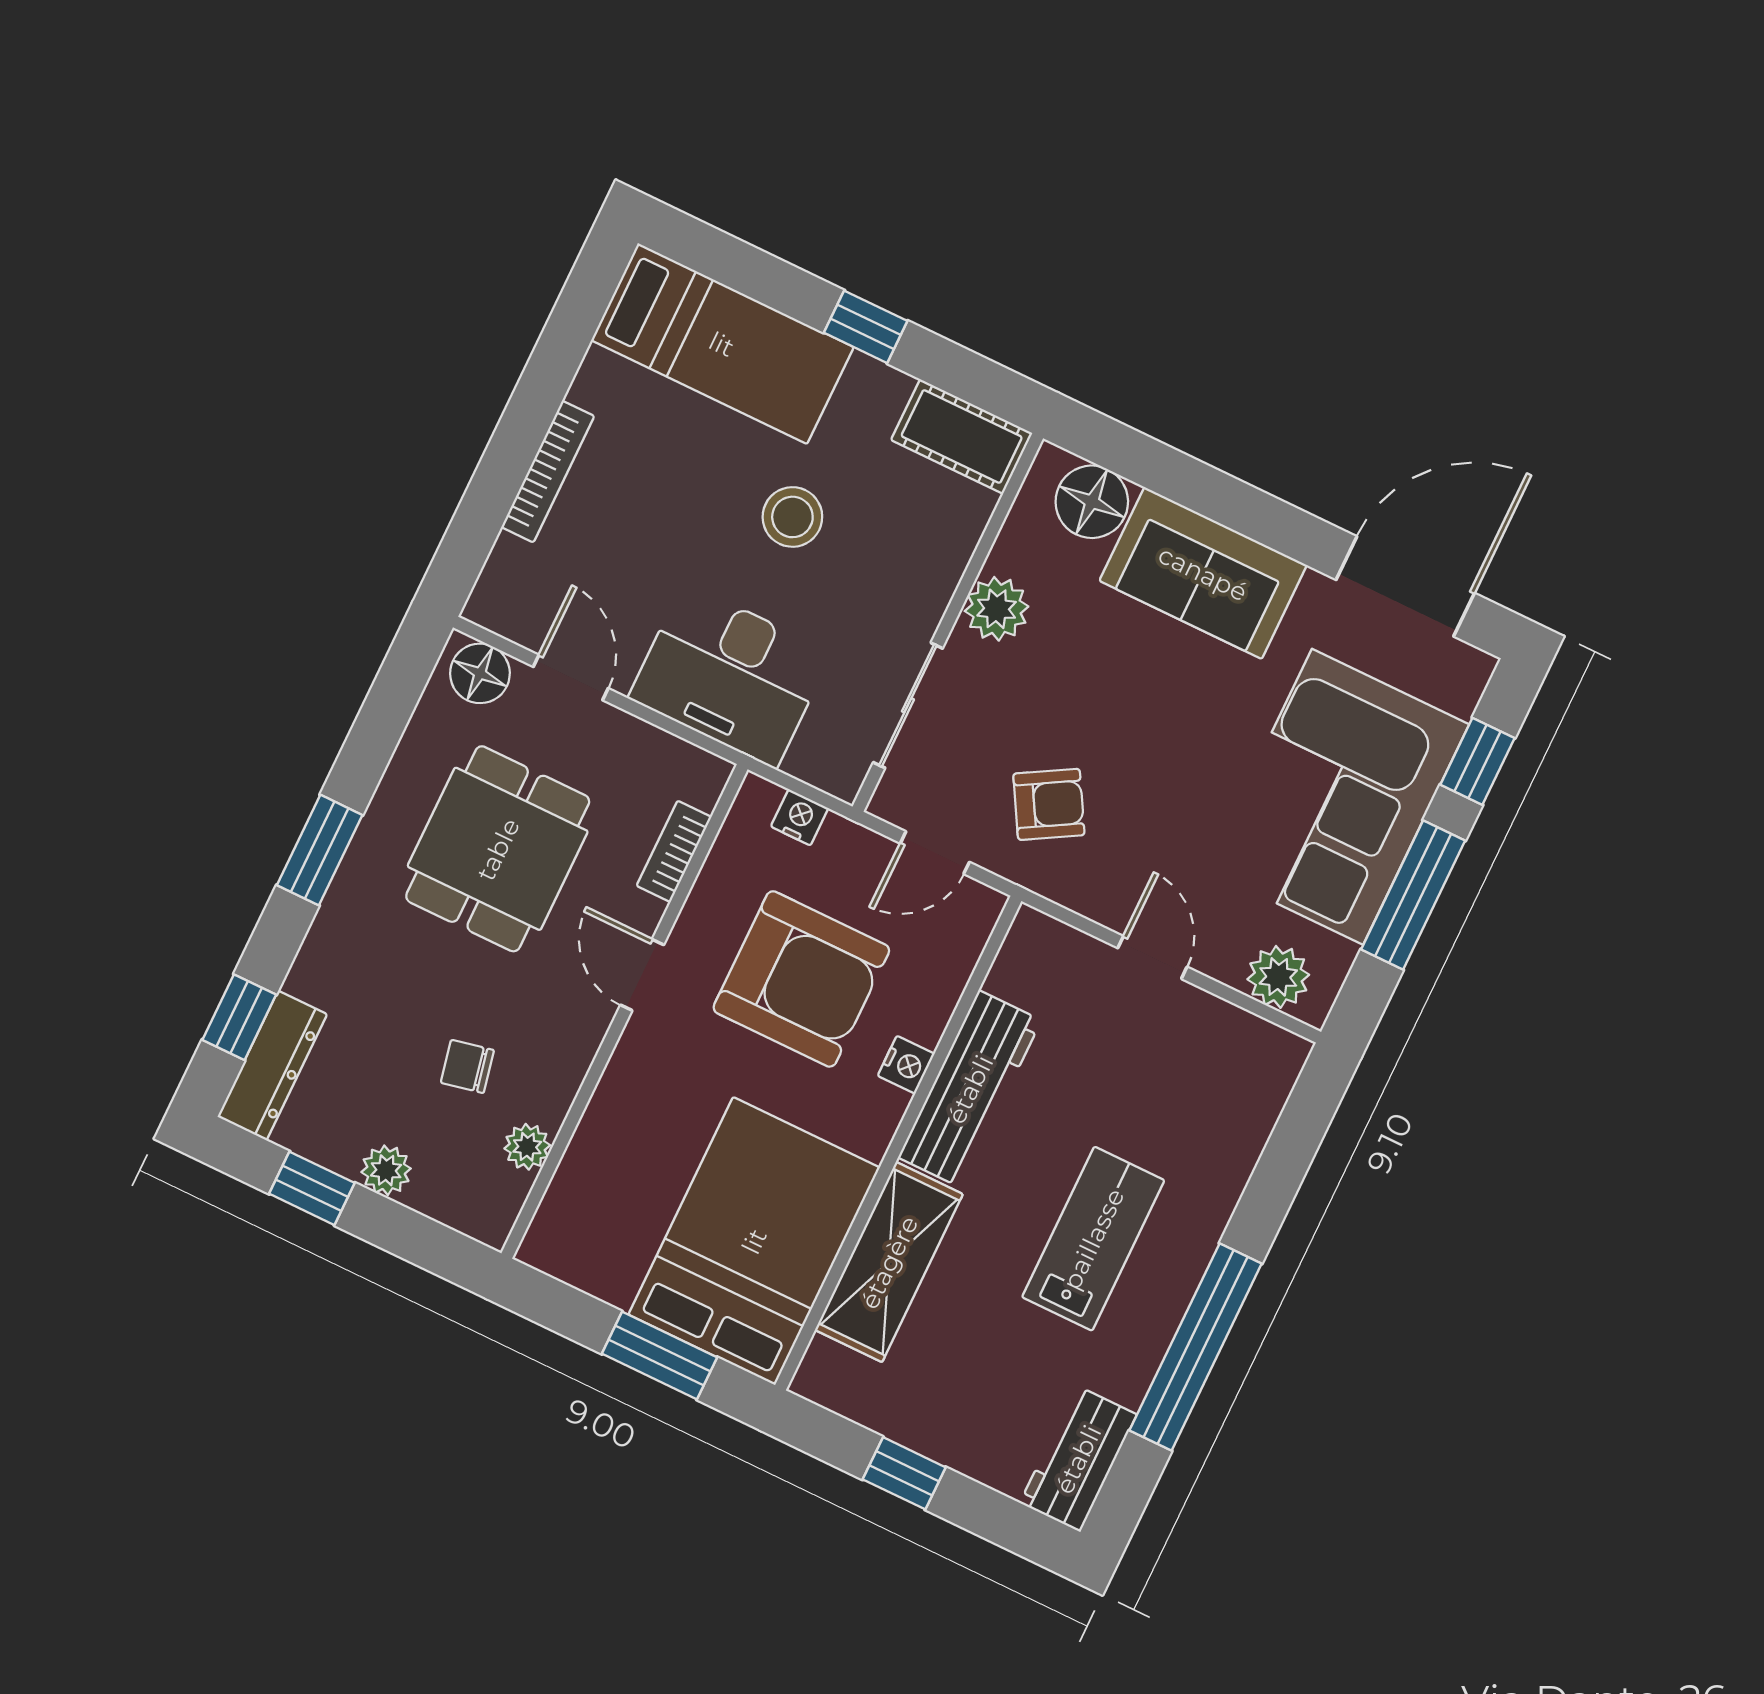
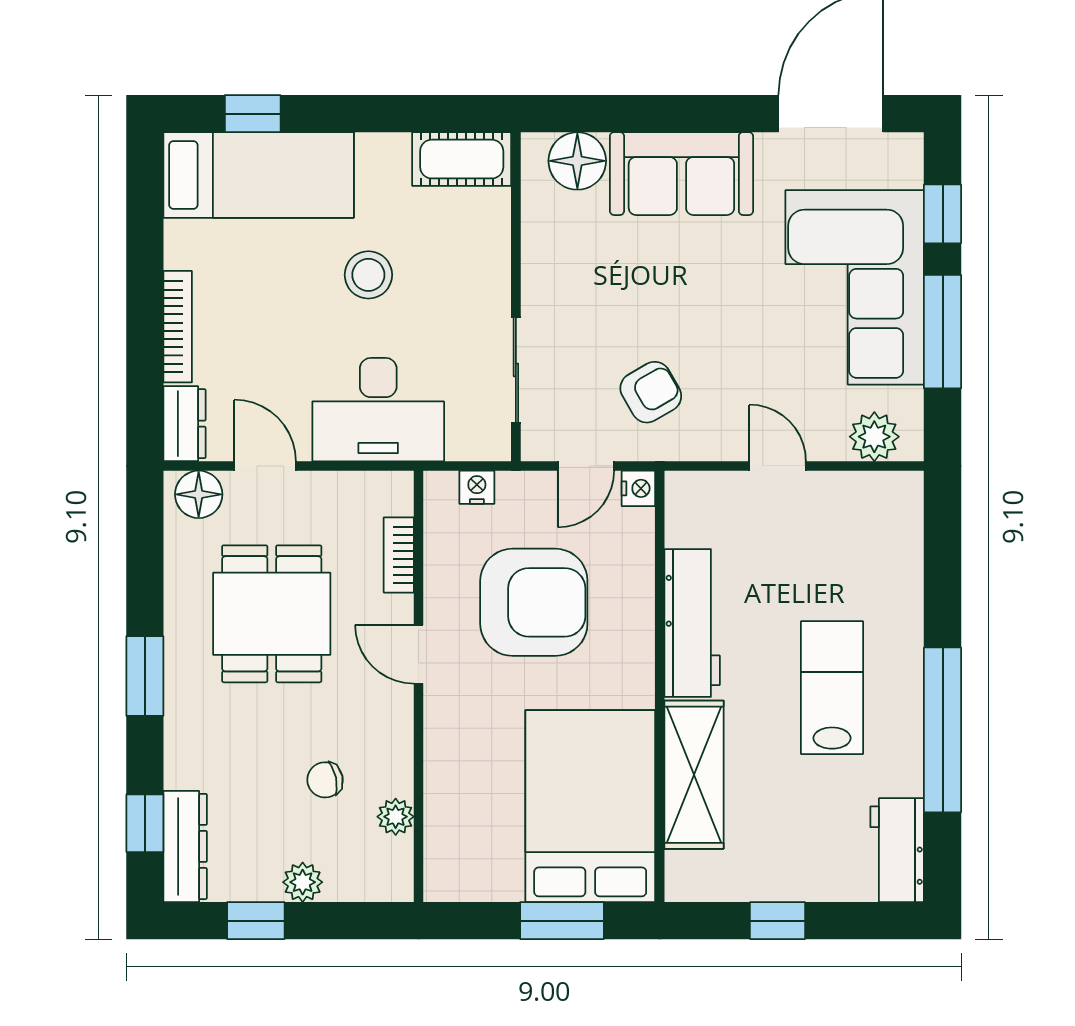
window: (866, 327) -> (253, 114), moved
dresser: (503, 585) -> (185, 424), added
plant: (997, 609) -> (546, 270), removed
nightstand: (906, 1065) -> (638, 488), moved

